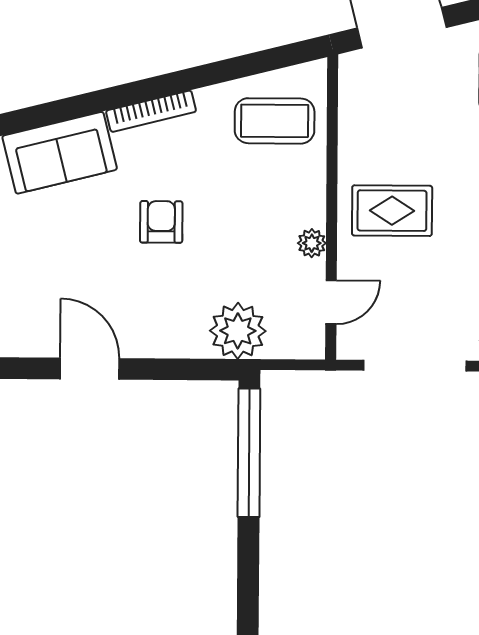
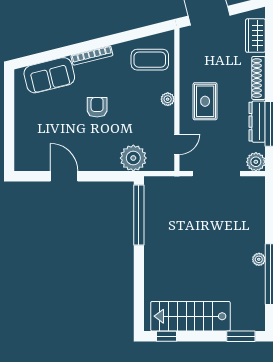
rug: (392, 211) -> (205, 101), turned 90
plant: (312, 243) -> (168, 99), moved

